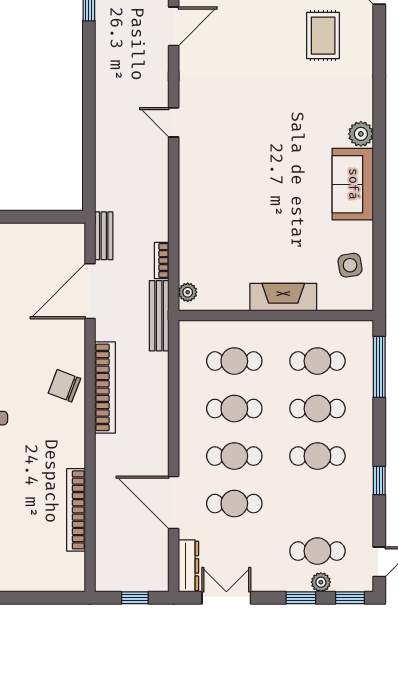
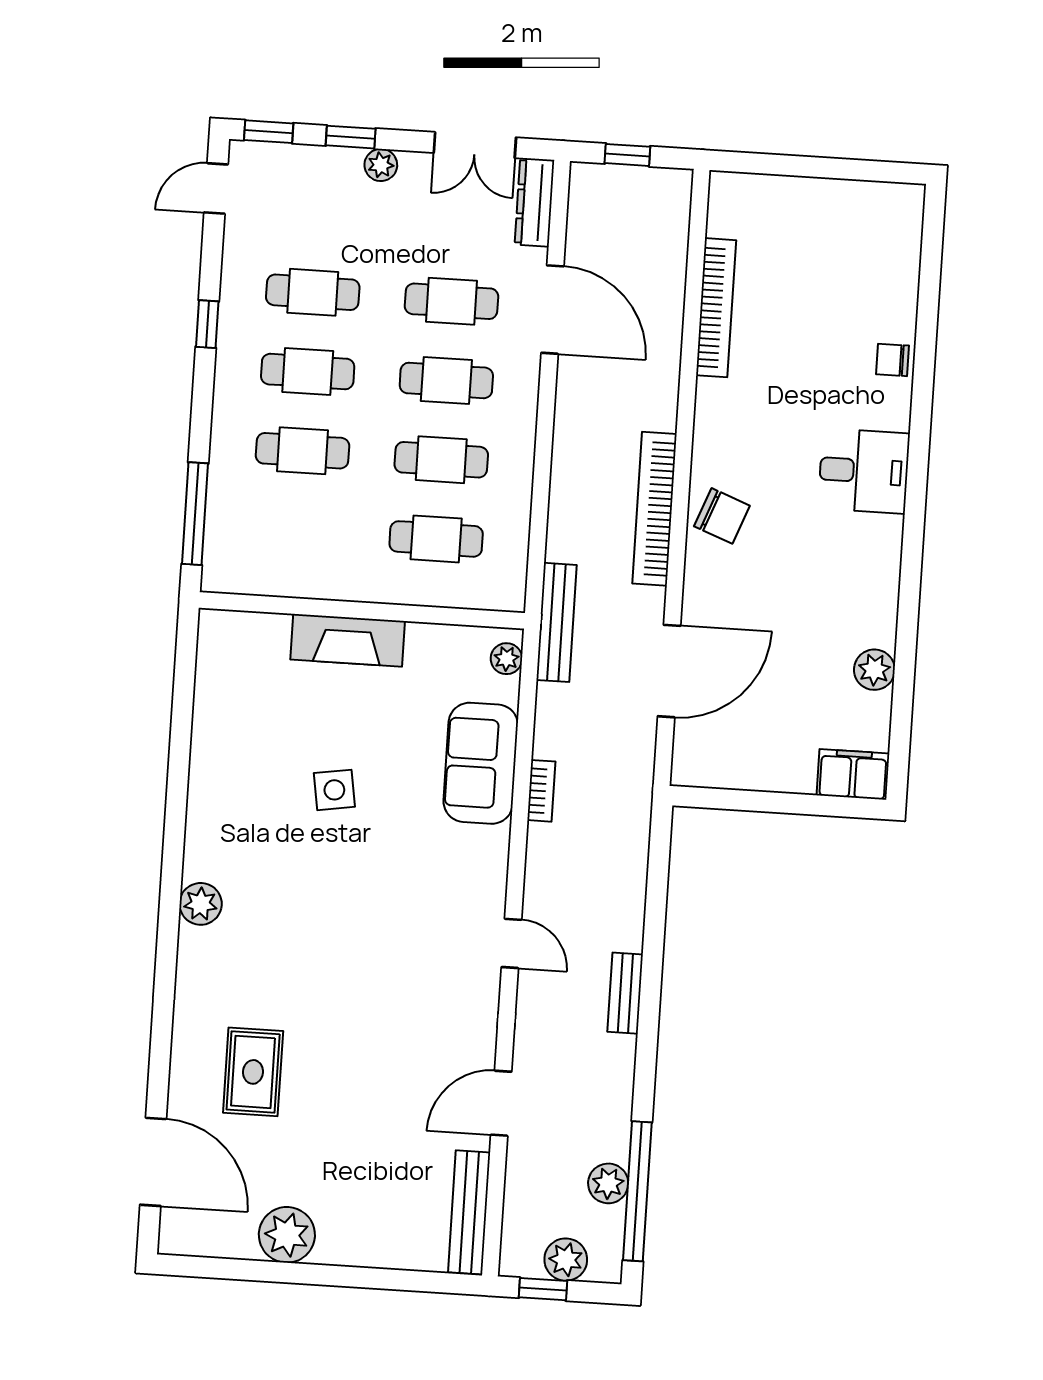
sofa: (353, 184) -> (481, 763), moved, turned 180
bench: (104, 236) -> (625, 993), moved
bookcase: (162, 261) -> (541, 791), moved
side table: (350, 265) -> (334, 790), moved
cafe table: (317, 361) -> (297, 530), removed
cafe table: (317, 551) -> (313, 292), moved
plant: (321, 582) -> (381, 165), moved

